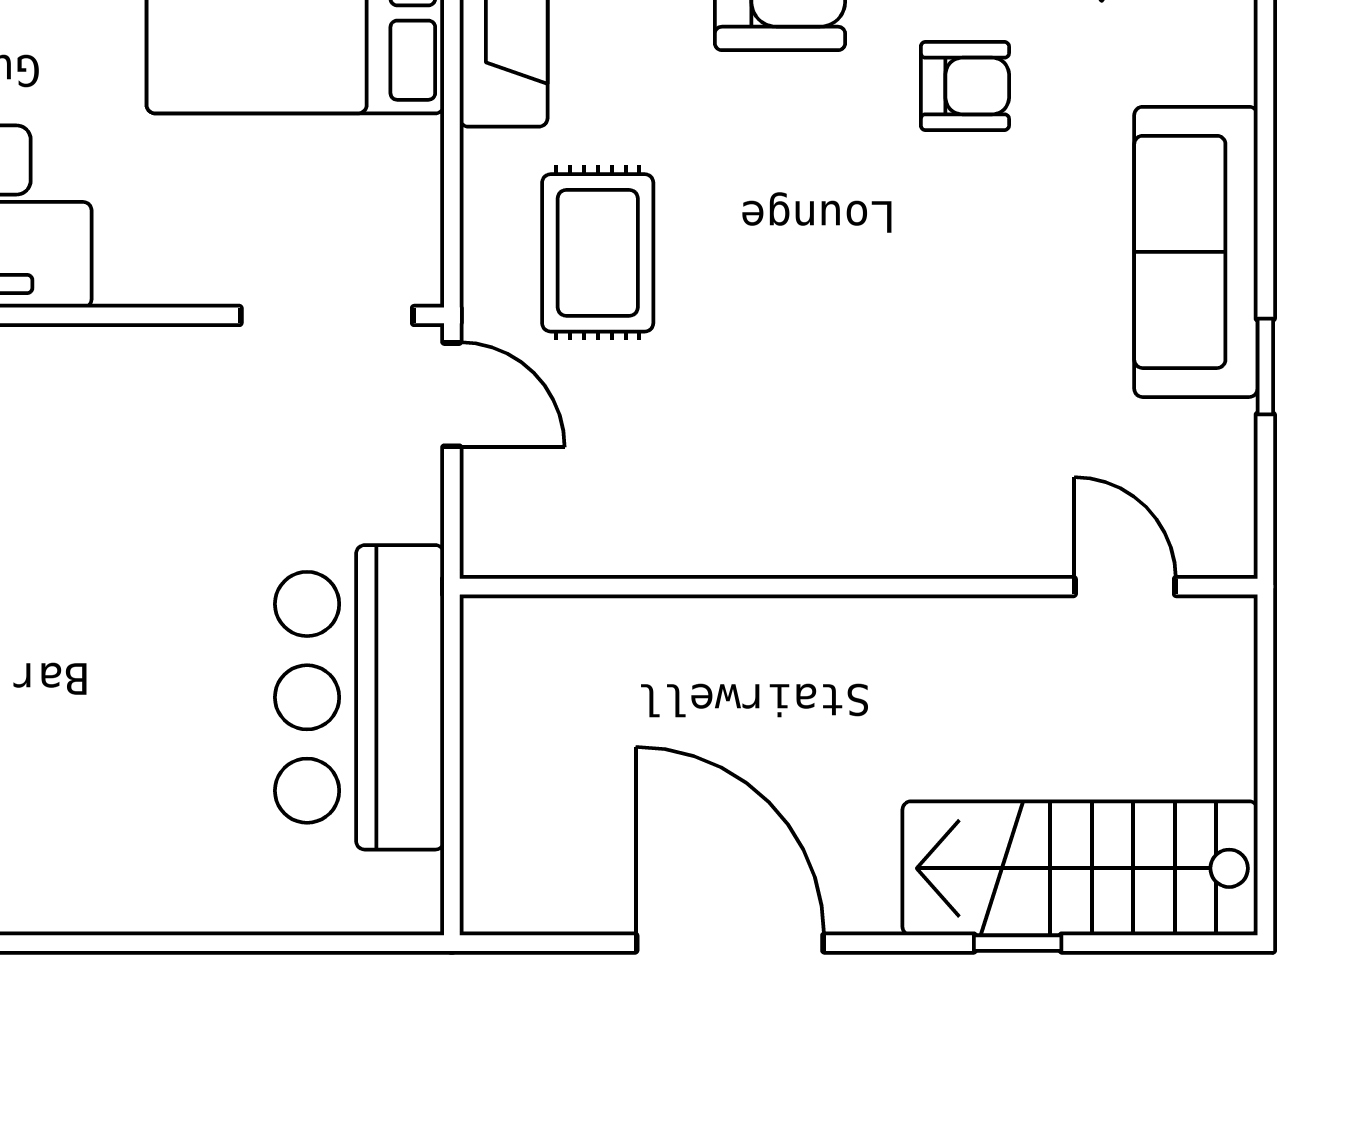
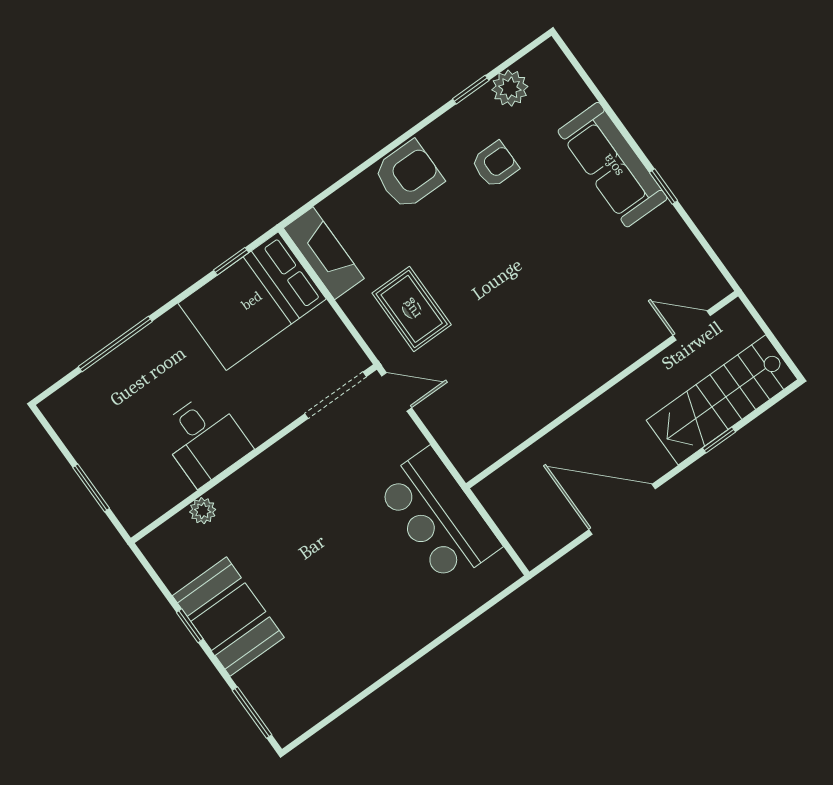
wall: (859, 587) -> (602, 390), moved
door: (1125, 587) -> (692, 326), moved

